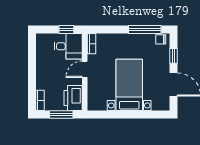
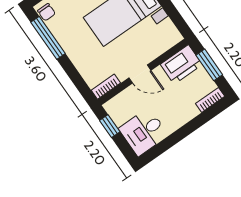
desk: (68, 46) -> (144, 132), moved, turned -90

